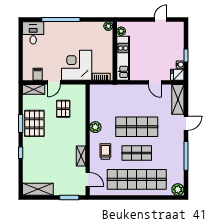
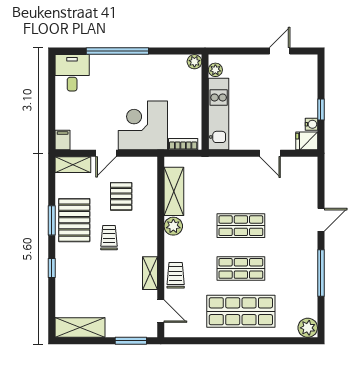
filing cabinet: (38, 74) -> (63, 140), moved
shelving: (178, 99) -> (174, 191), moved
shop shelf: (137, 127) -> (241, 226), width x0.70, depth x0.74
trolley: (56, 134) -> (109, 238), added
trolley: (105, 151) -> (176, 275), moved
shop shelf: (137, 179) -> (241, 311), width x0.71

